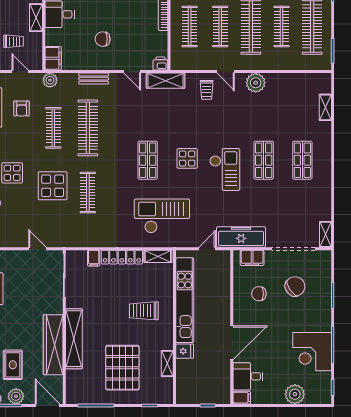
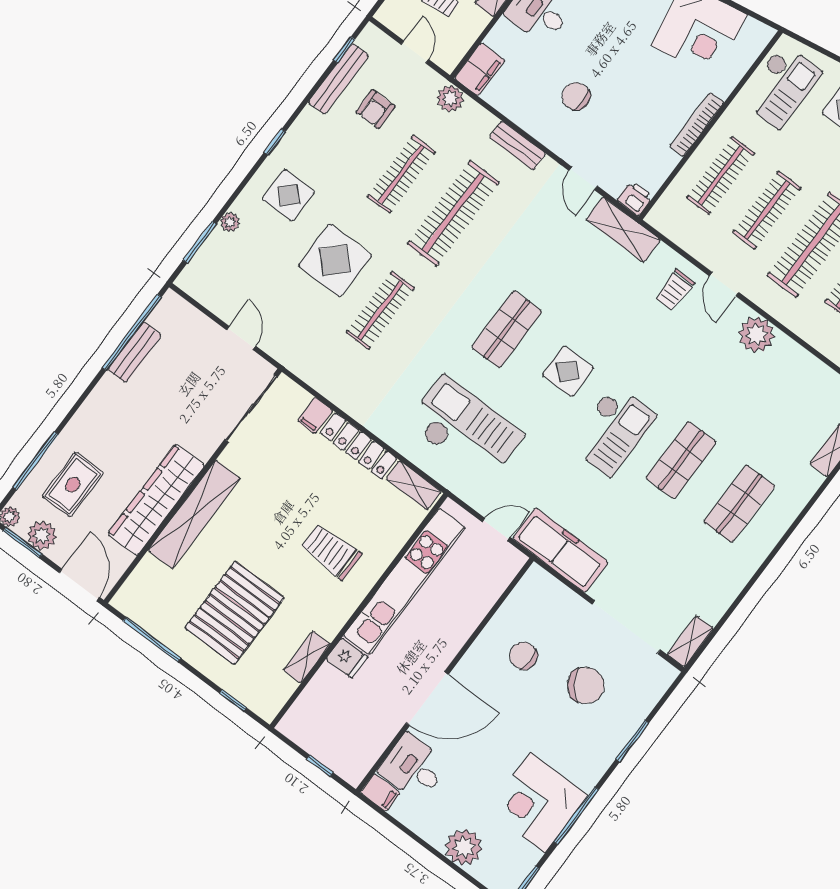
filing cabinet: (252, 258) -> (554, 594), removed

